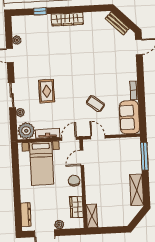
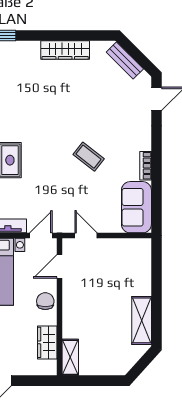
wardrobe: (67, 19) -> (65, 50), moved
coffee table: (95, 104) -> (89, 157), moved
window: (144, 156) -> (156, 269), removed
plant: (59, 225) -> (19, 368), removed

